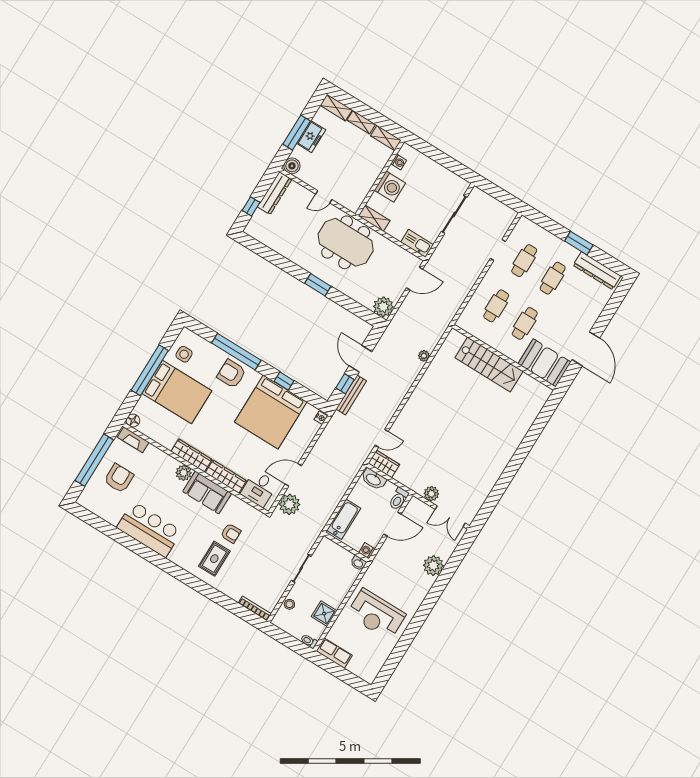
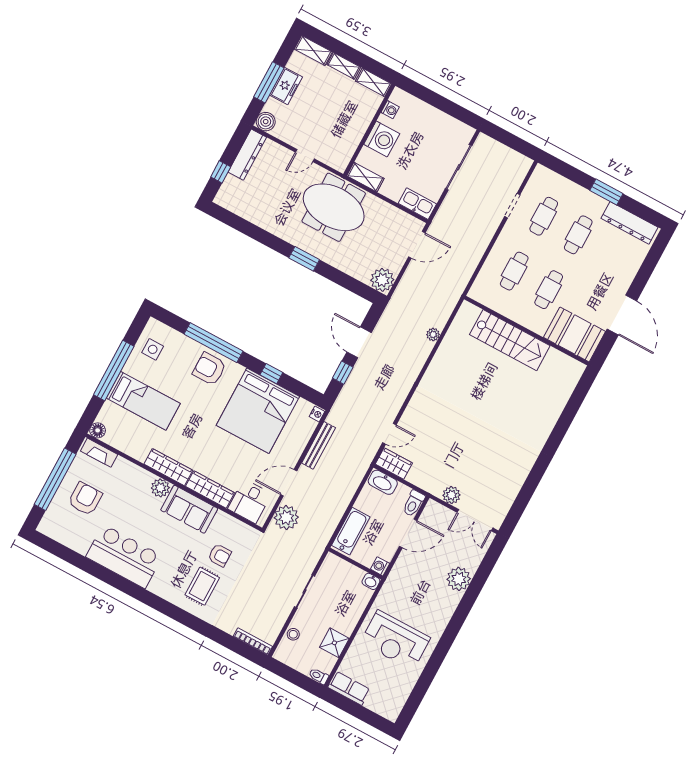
bed: (177, 392) -> (143, 401), width x0.67
bench: (351, 395) -> (319, 445), moved

